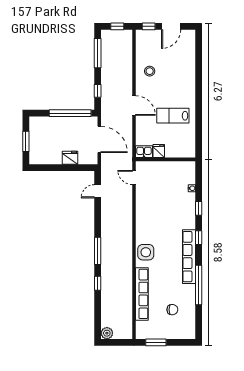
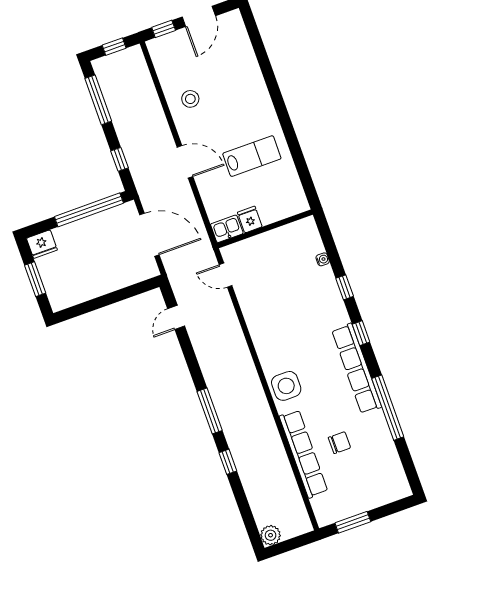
lab bench: (173, 116) -> (252, 156), turned 180
fridge: (70, 158) -> (42, 244), moved, turned 180
chair: (172, 310) -> (339, 443), moved

